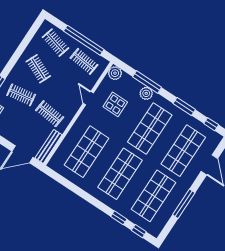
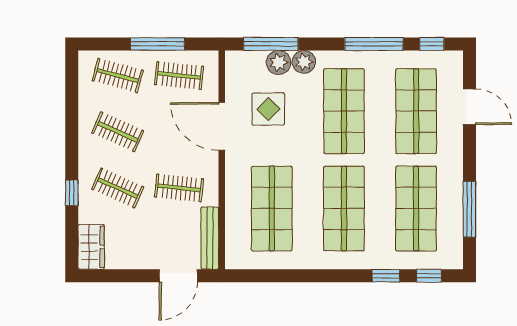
window: (84, 40) -> (158, 44), width x0.68
plant: (115, 73) -> (278, 62), moved
window: (147, 82) -> (271, 44), moved
clothes rail: (21, 95) -> (118, 188), turned 33
door: (88, 98) -> (222, 126), width x1.87
window: (184, 106) -> (374, 44), width x1.44
window: (184, 204) -> (469, 209), moved

